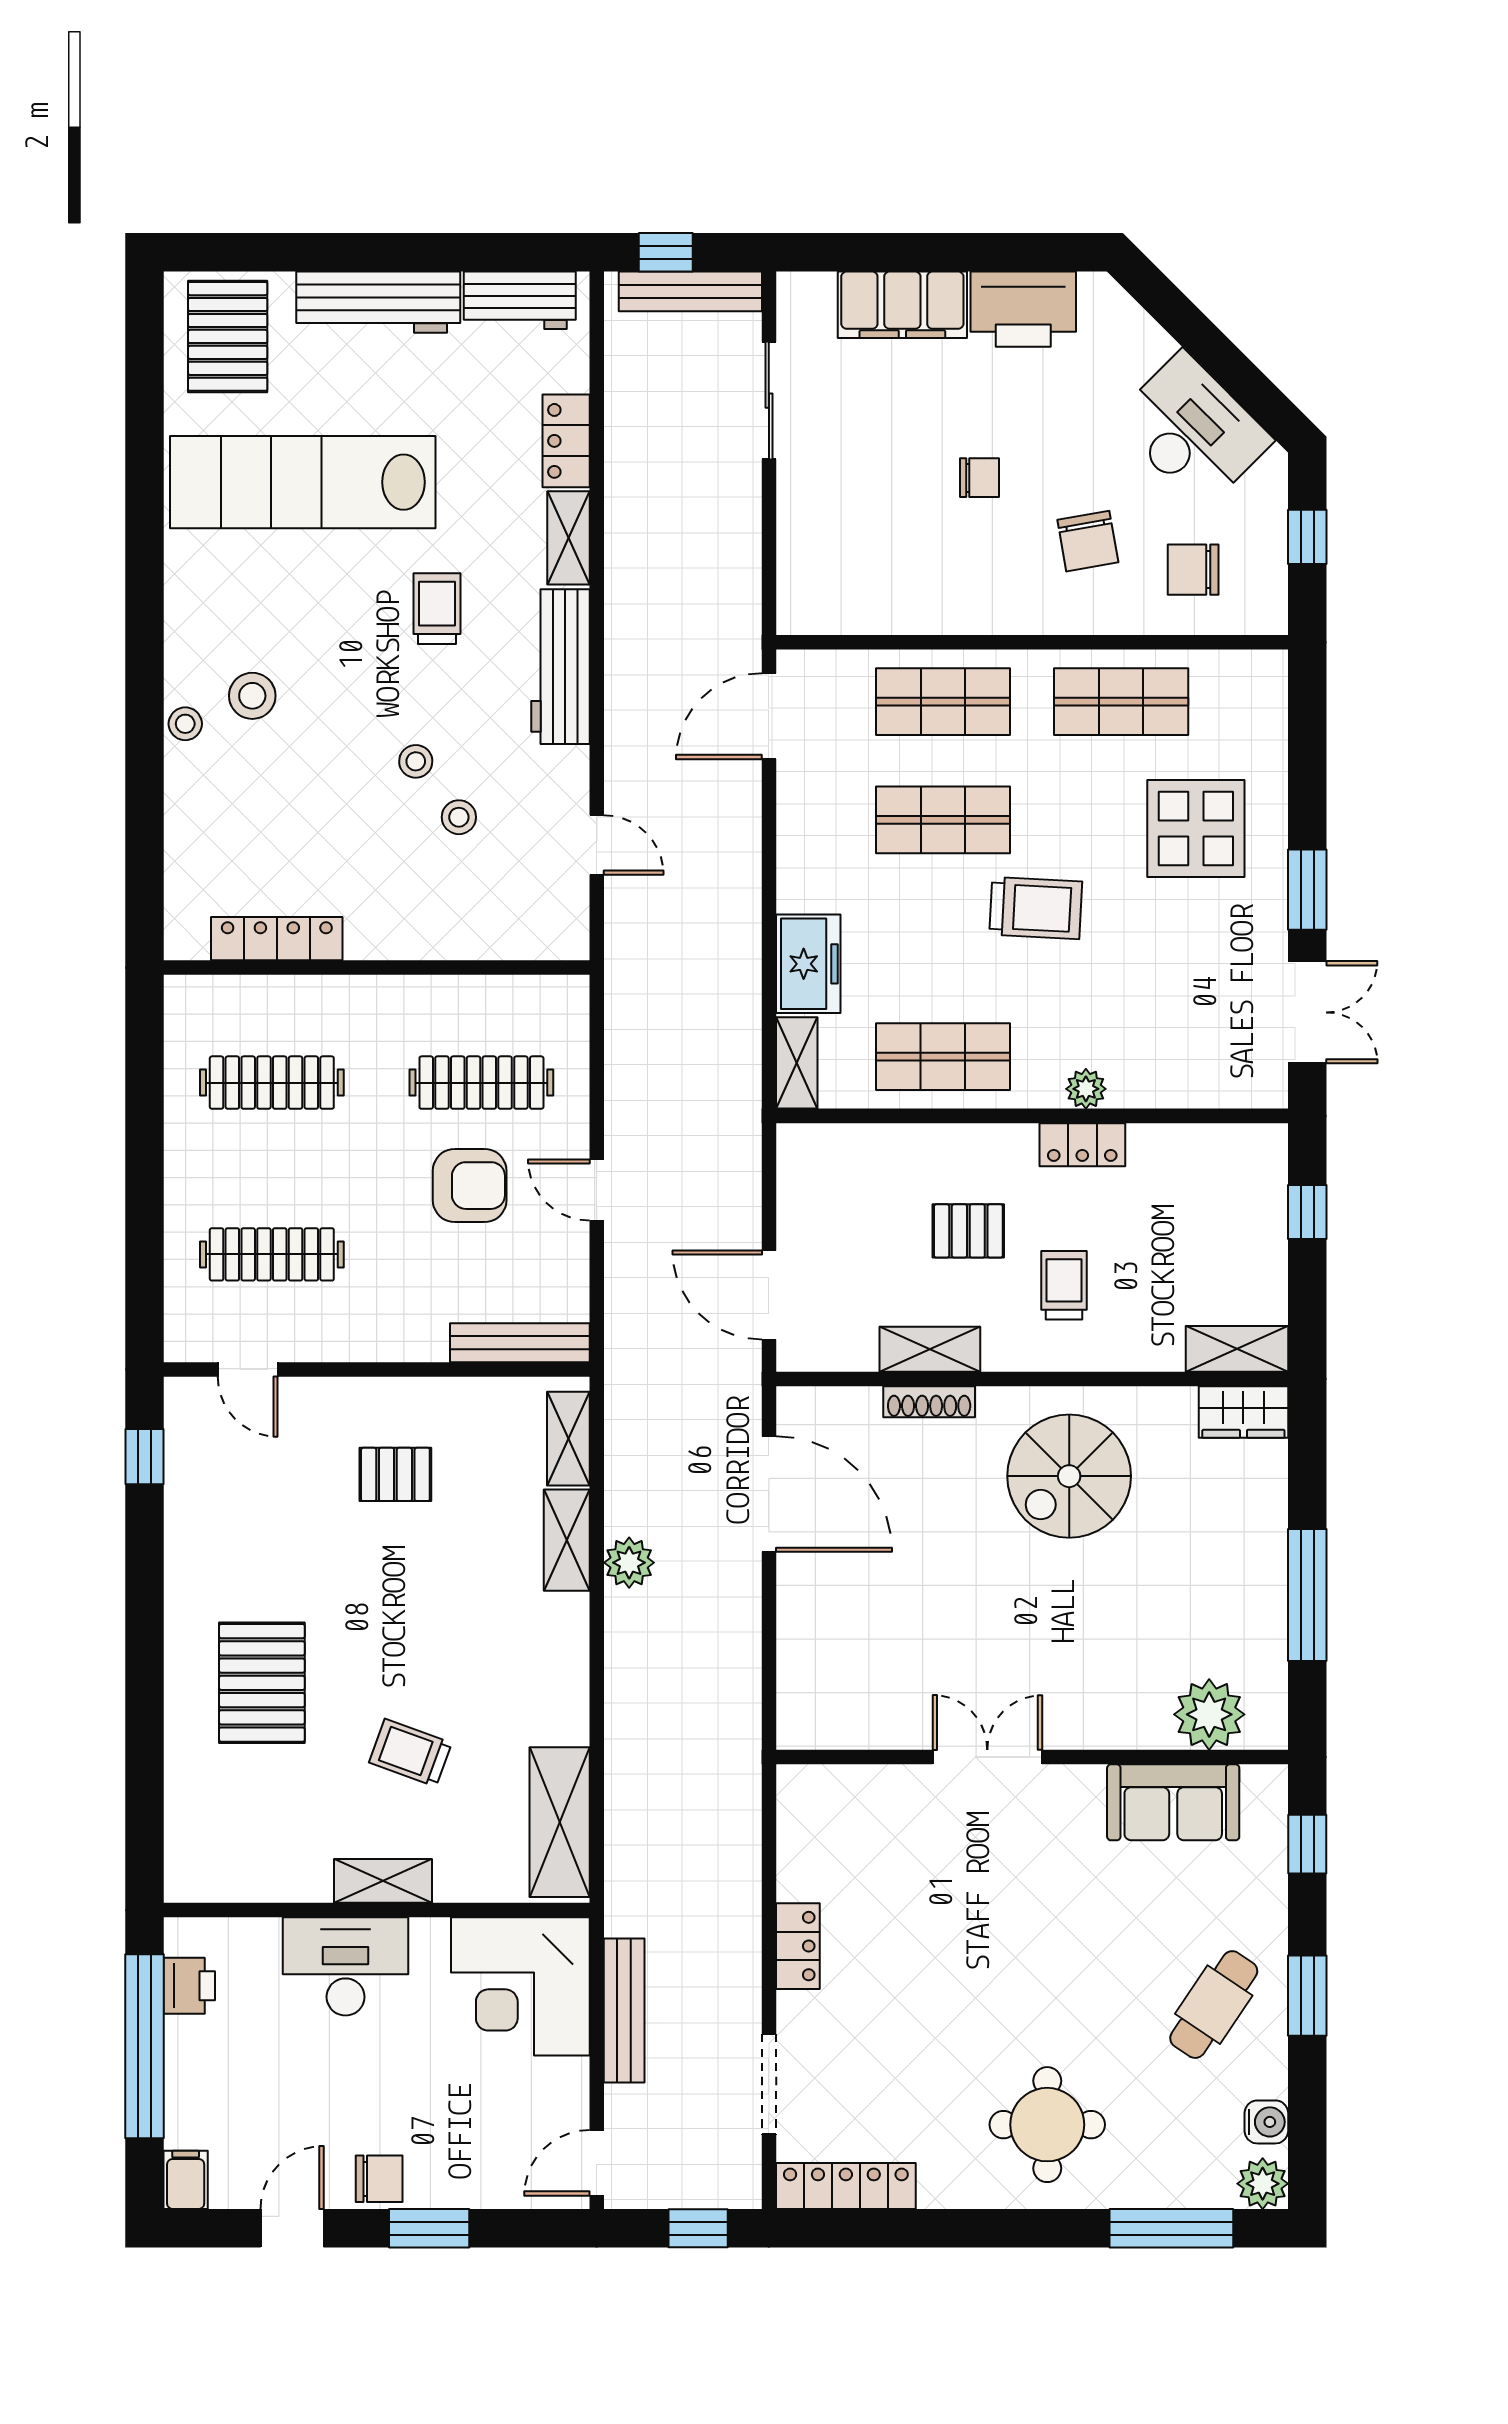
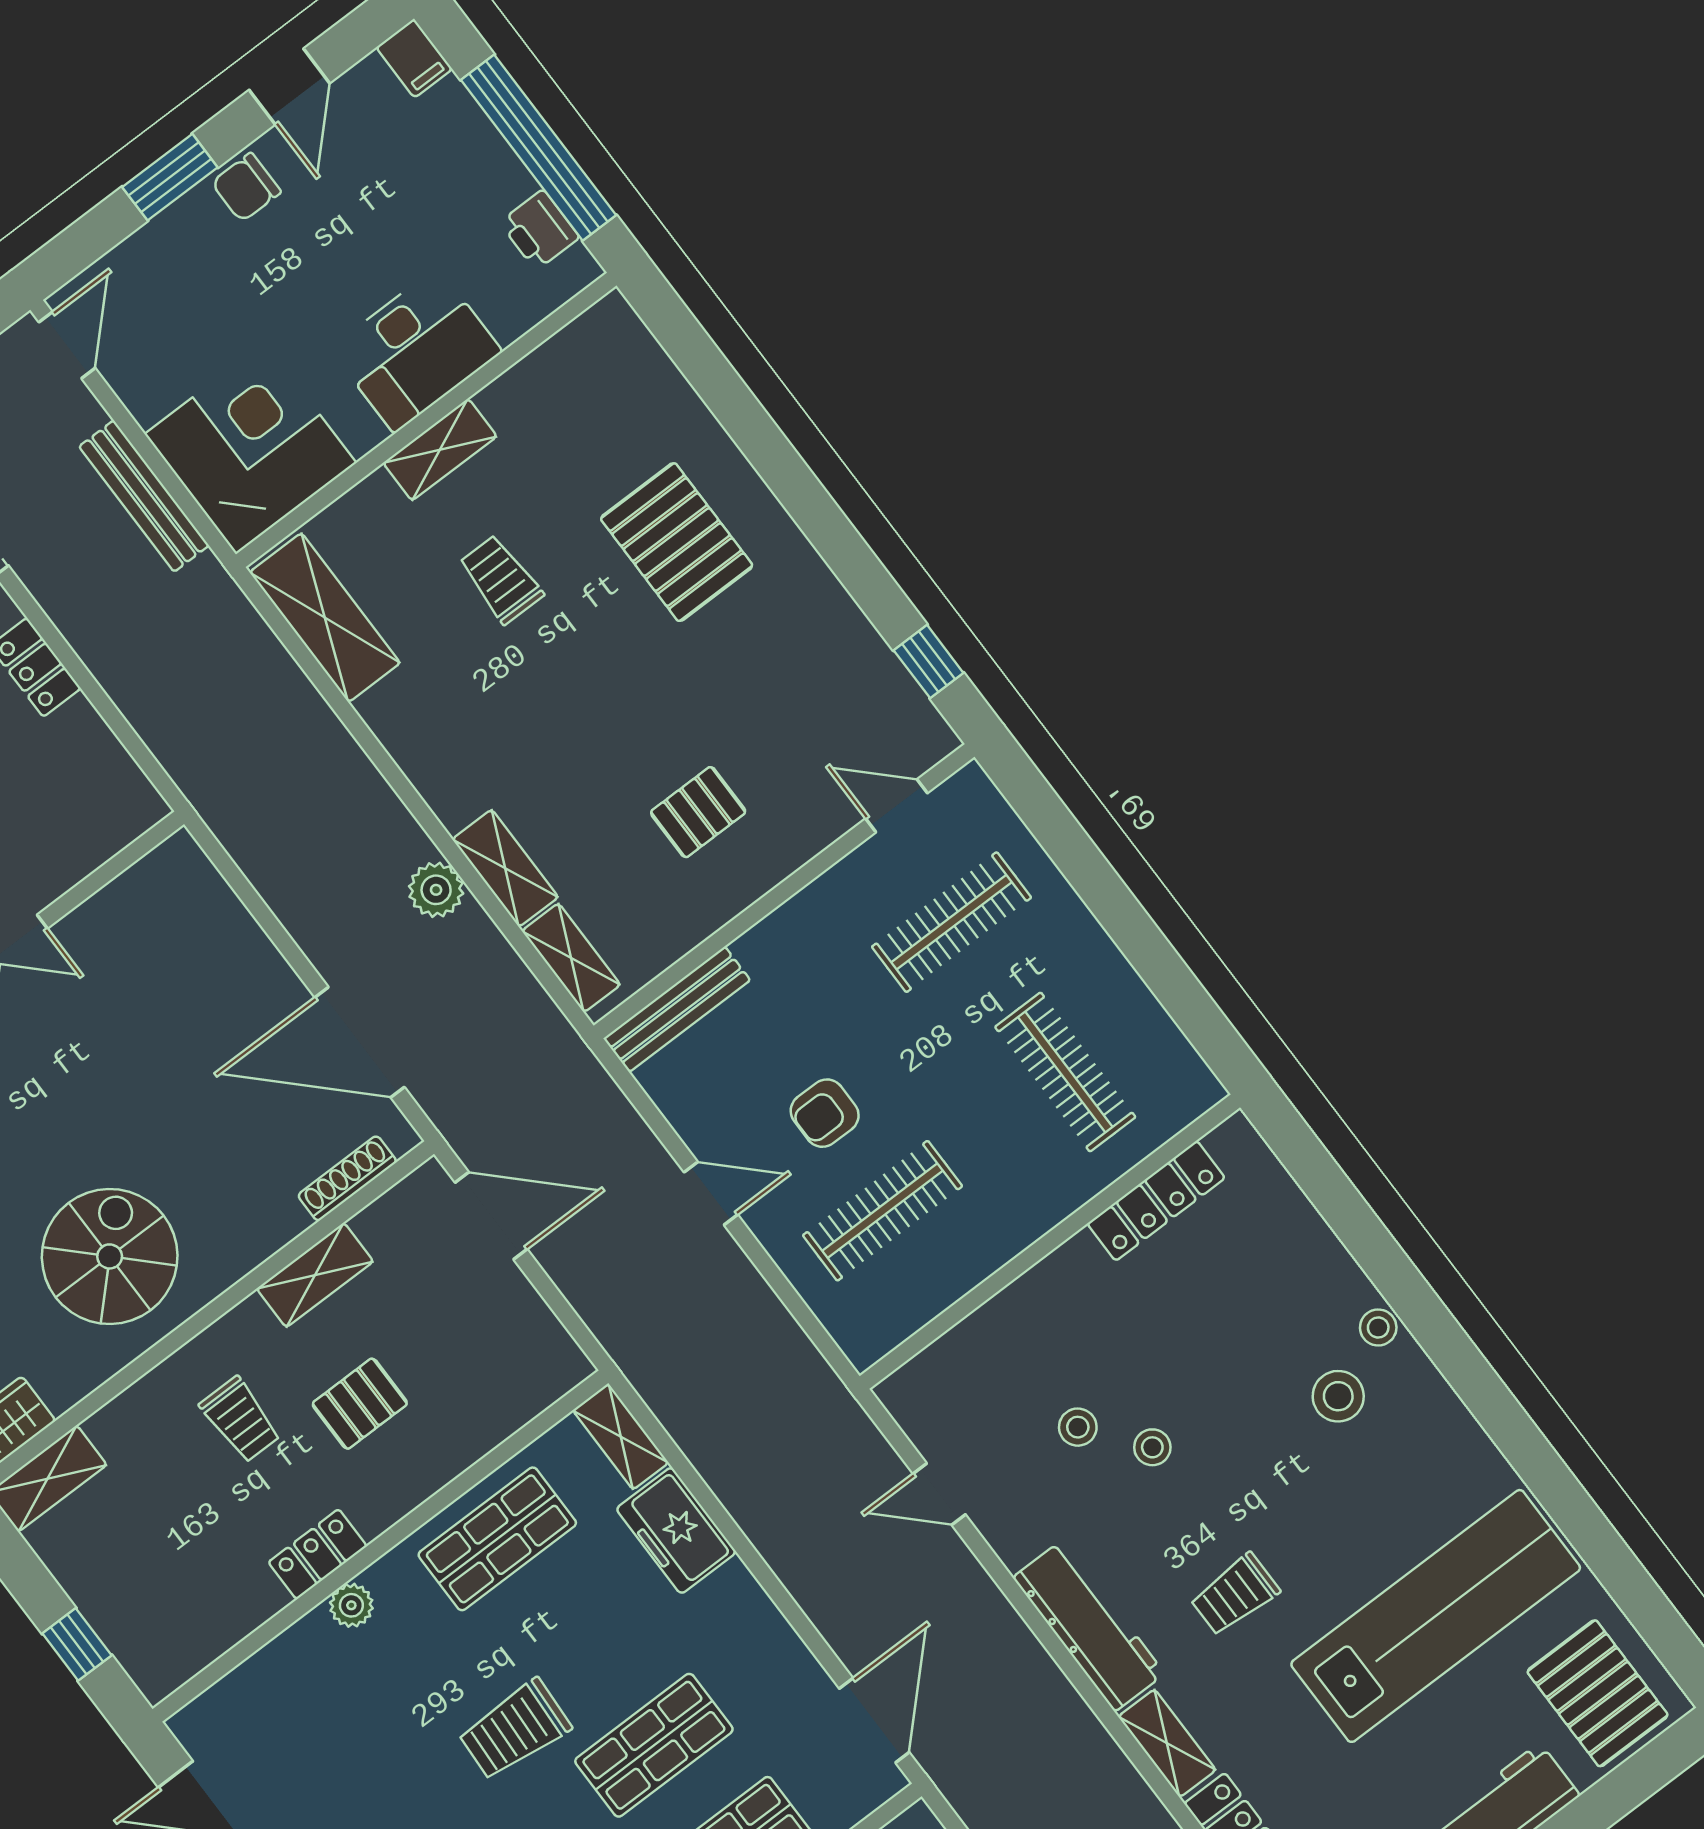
trolley: (437, 609) -> (1235, 1594), turned 90
clothes rail: (272, 1083) -> (1065, 1072), turned 90
armchair: (470, 1186) -> (825, 1113), width x0.72, depth x0.72
shoe rack: (929, 1402) -> (347, 1178), moved
trolley: (410, 1753) -> (501, 579), turned -110

